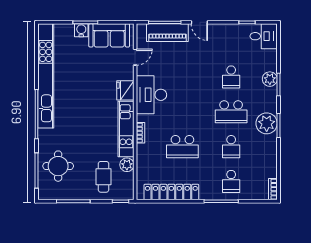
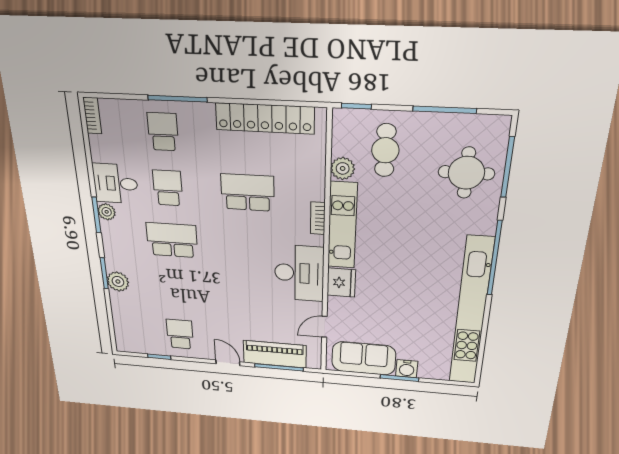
desk: (264, 36) -> (115, 183), moved
school desk: (231, 77) -> (180, 334), moved
plant: (267, 123) -> (107, 212), width x0.53, depth x0.53

